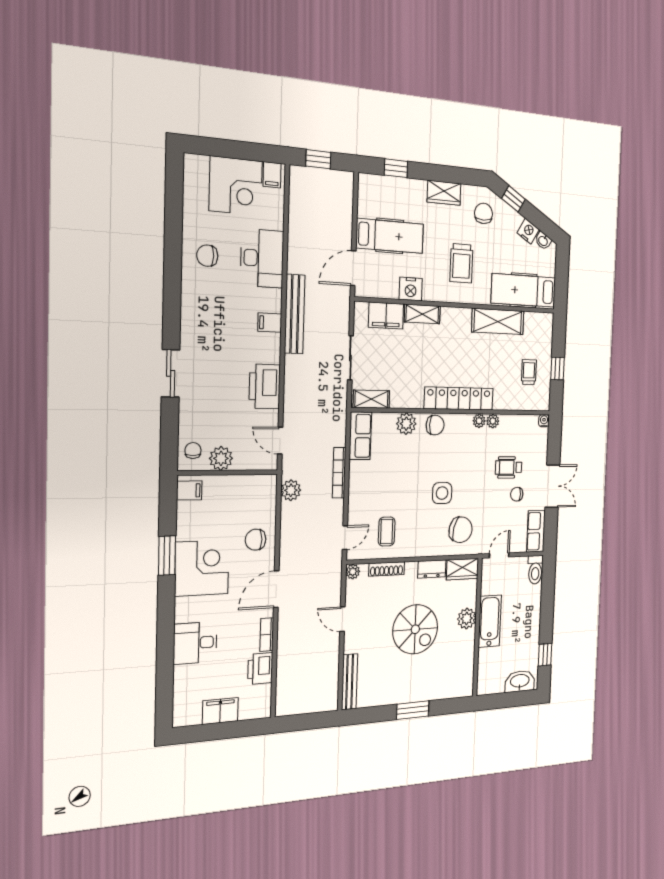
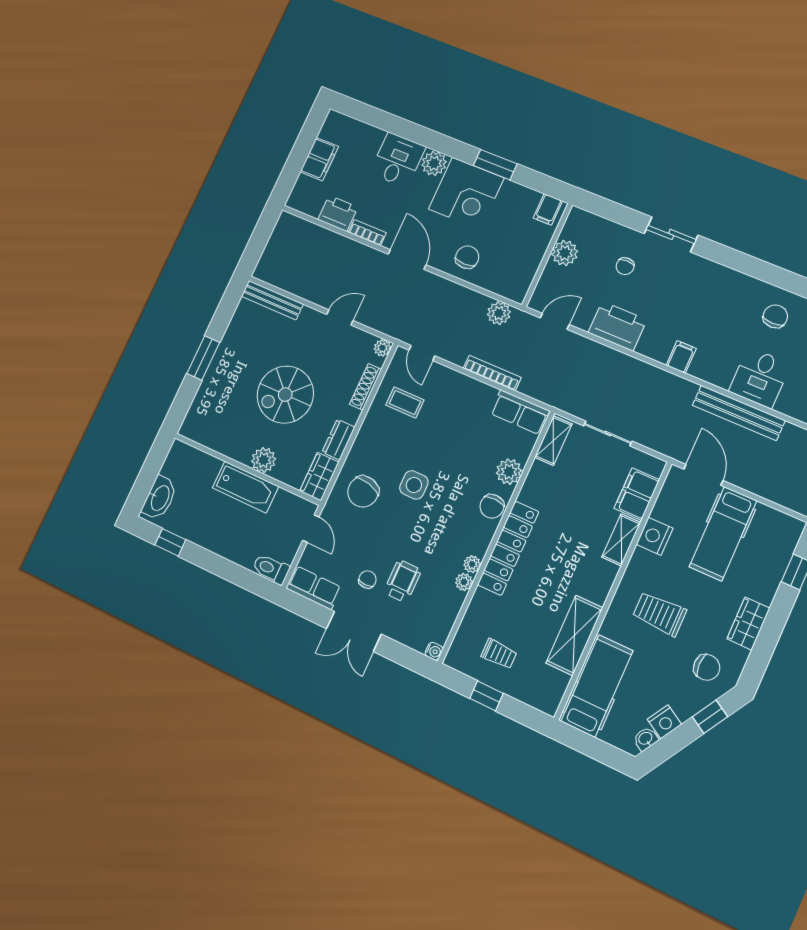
desk: (262, 258) -> (760, 378), width x0.73
bench: (295, 314) -> (739, 413), moved
chair: (193, 451) -> (625, 266), moved, turned 90
plant: (186, 610) -> (434, 163), added

